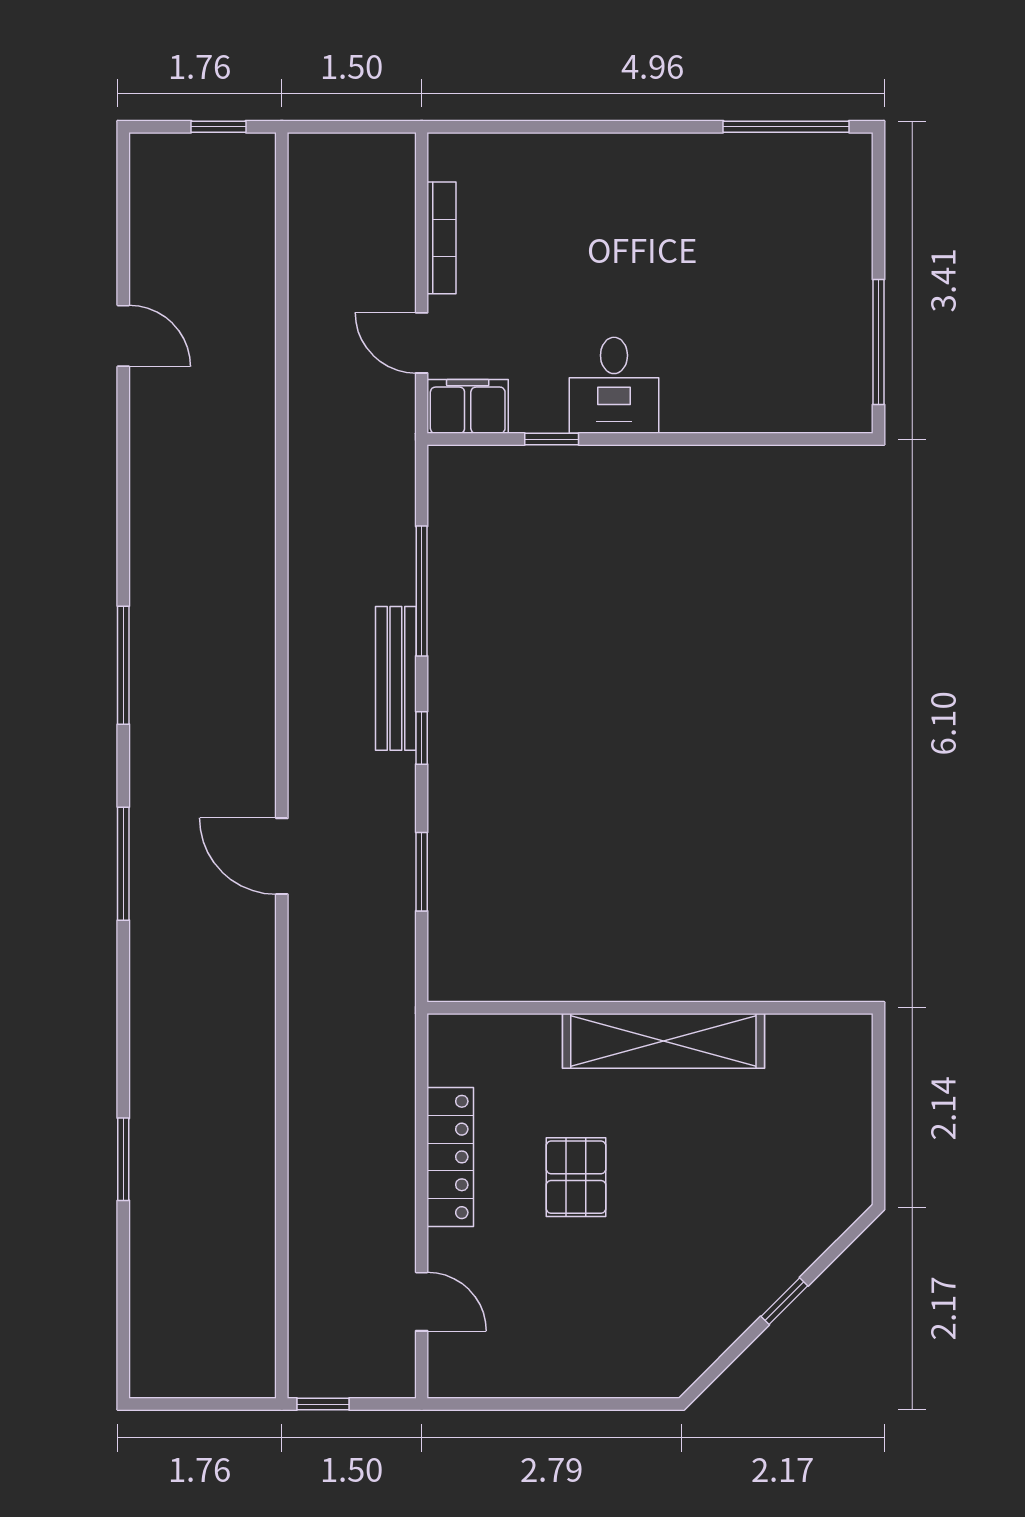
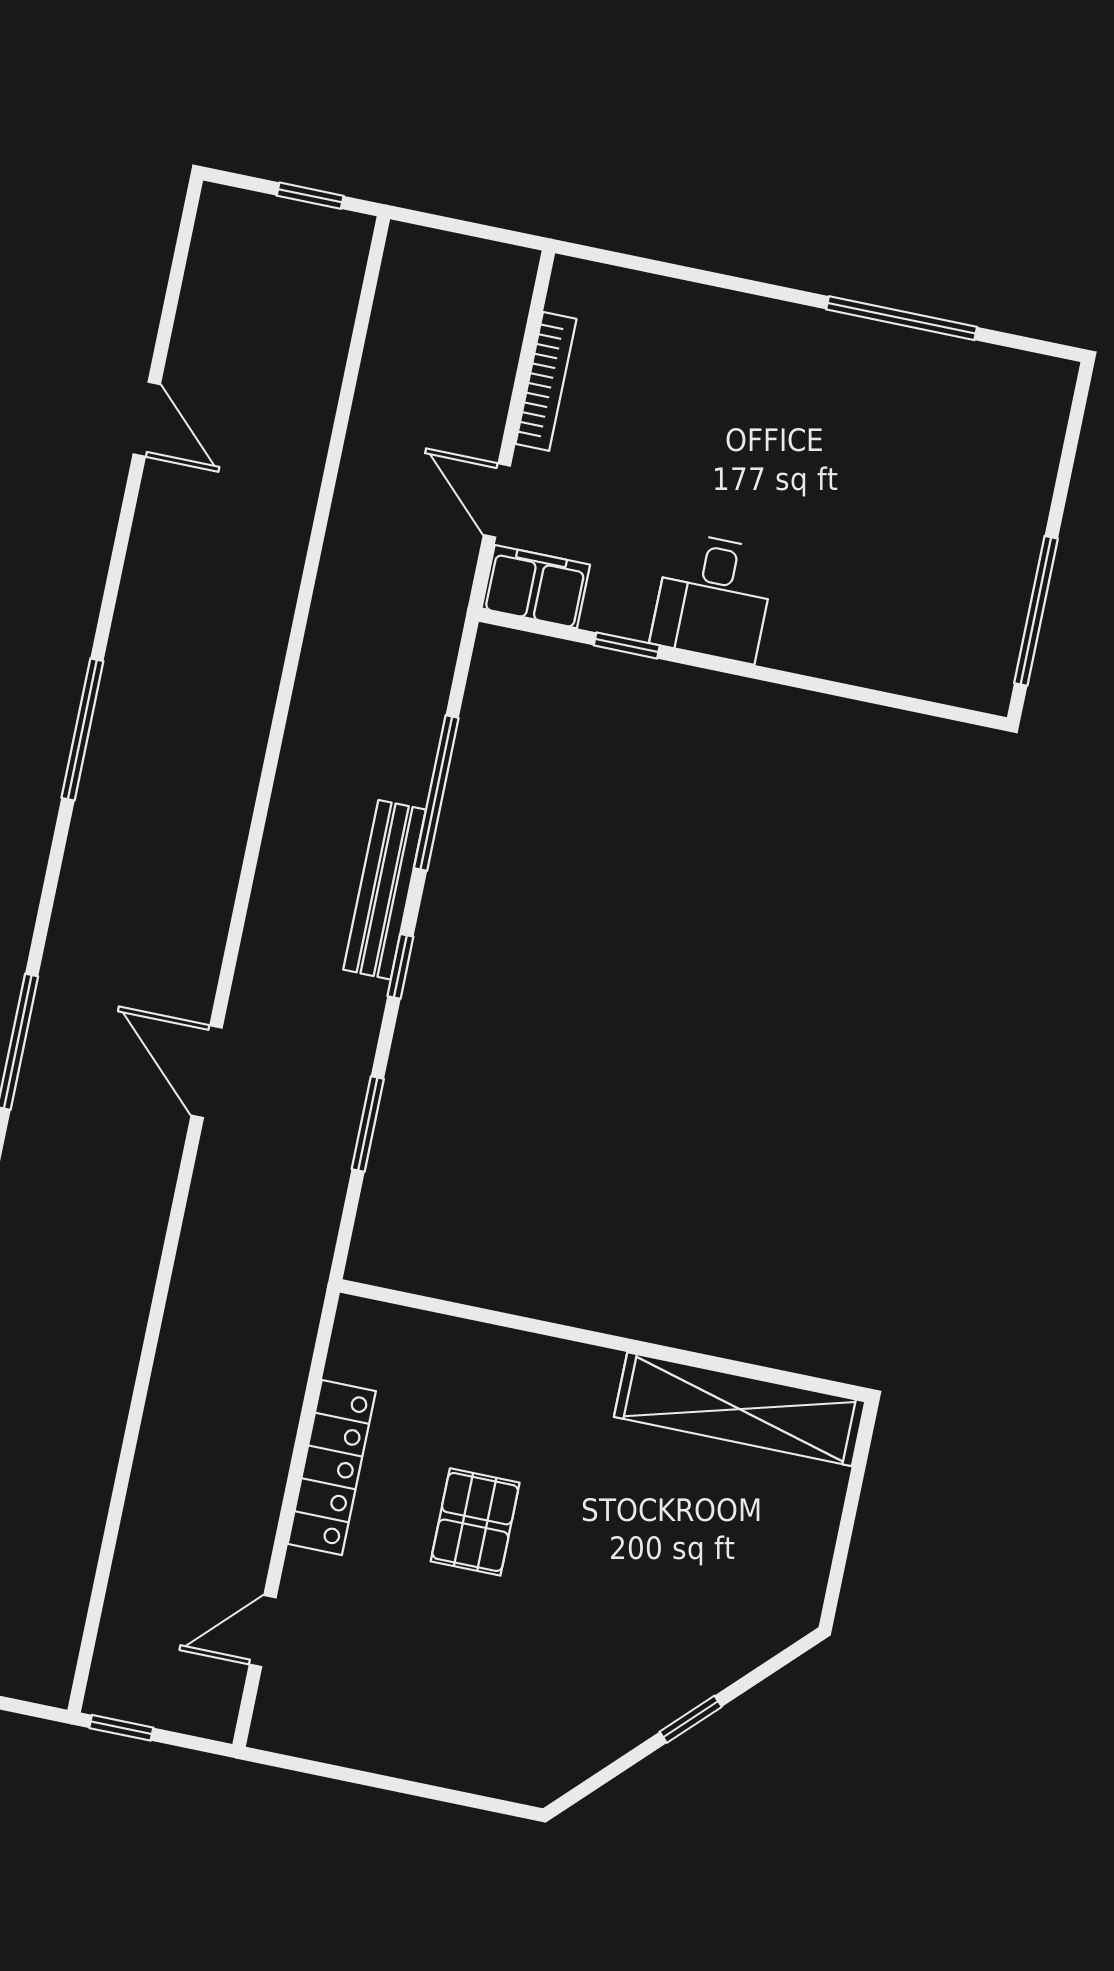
window: (786, 127) -> (902, 318), moved
window: (123, 665) -> (82, 729), moved
shelving: (663, 1041) -> (740, 1409), moved
door: (422, 1302) -> (263, 1631), swing flipped

